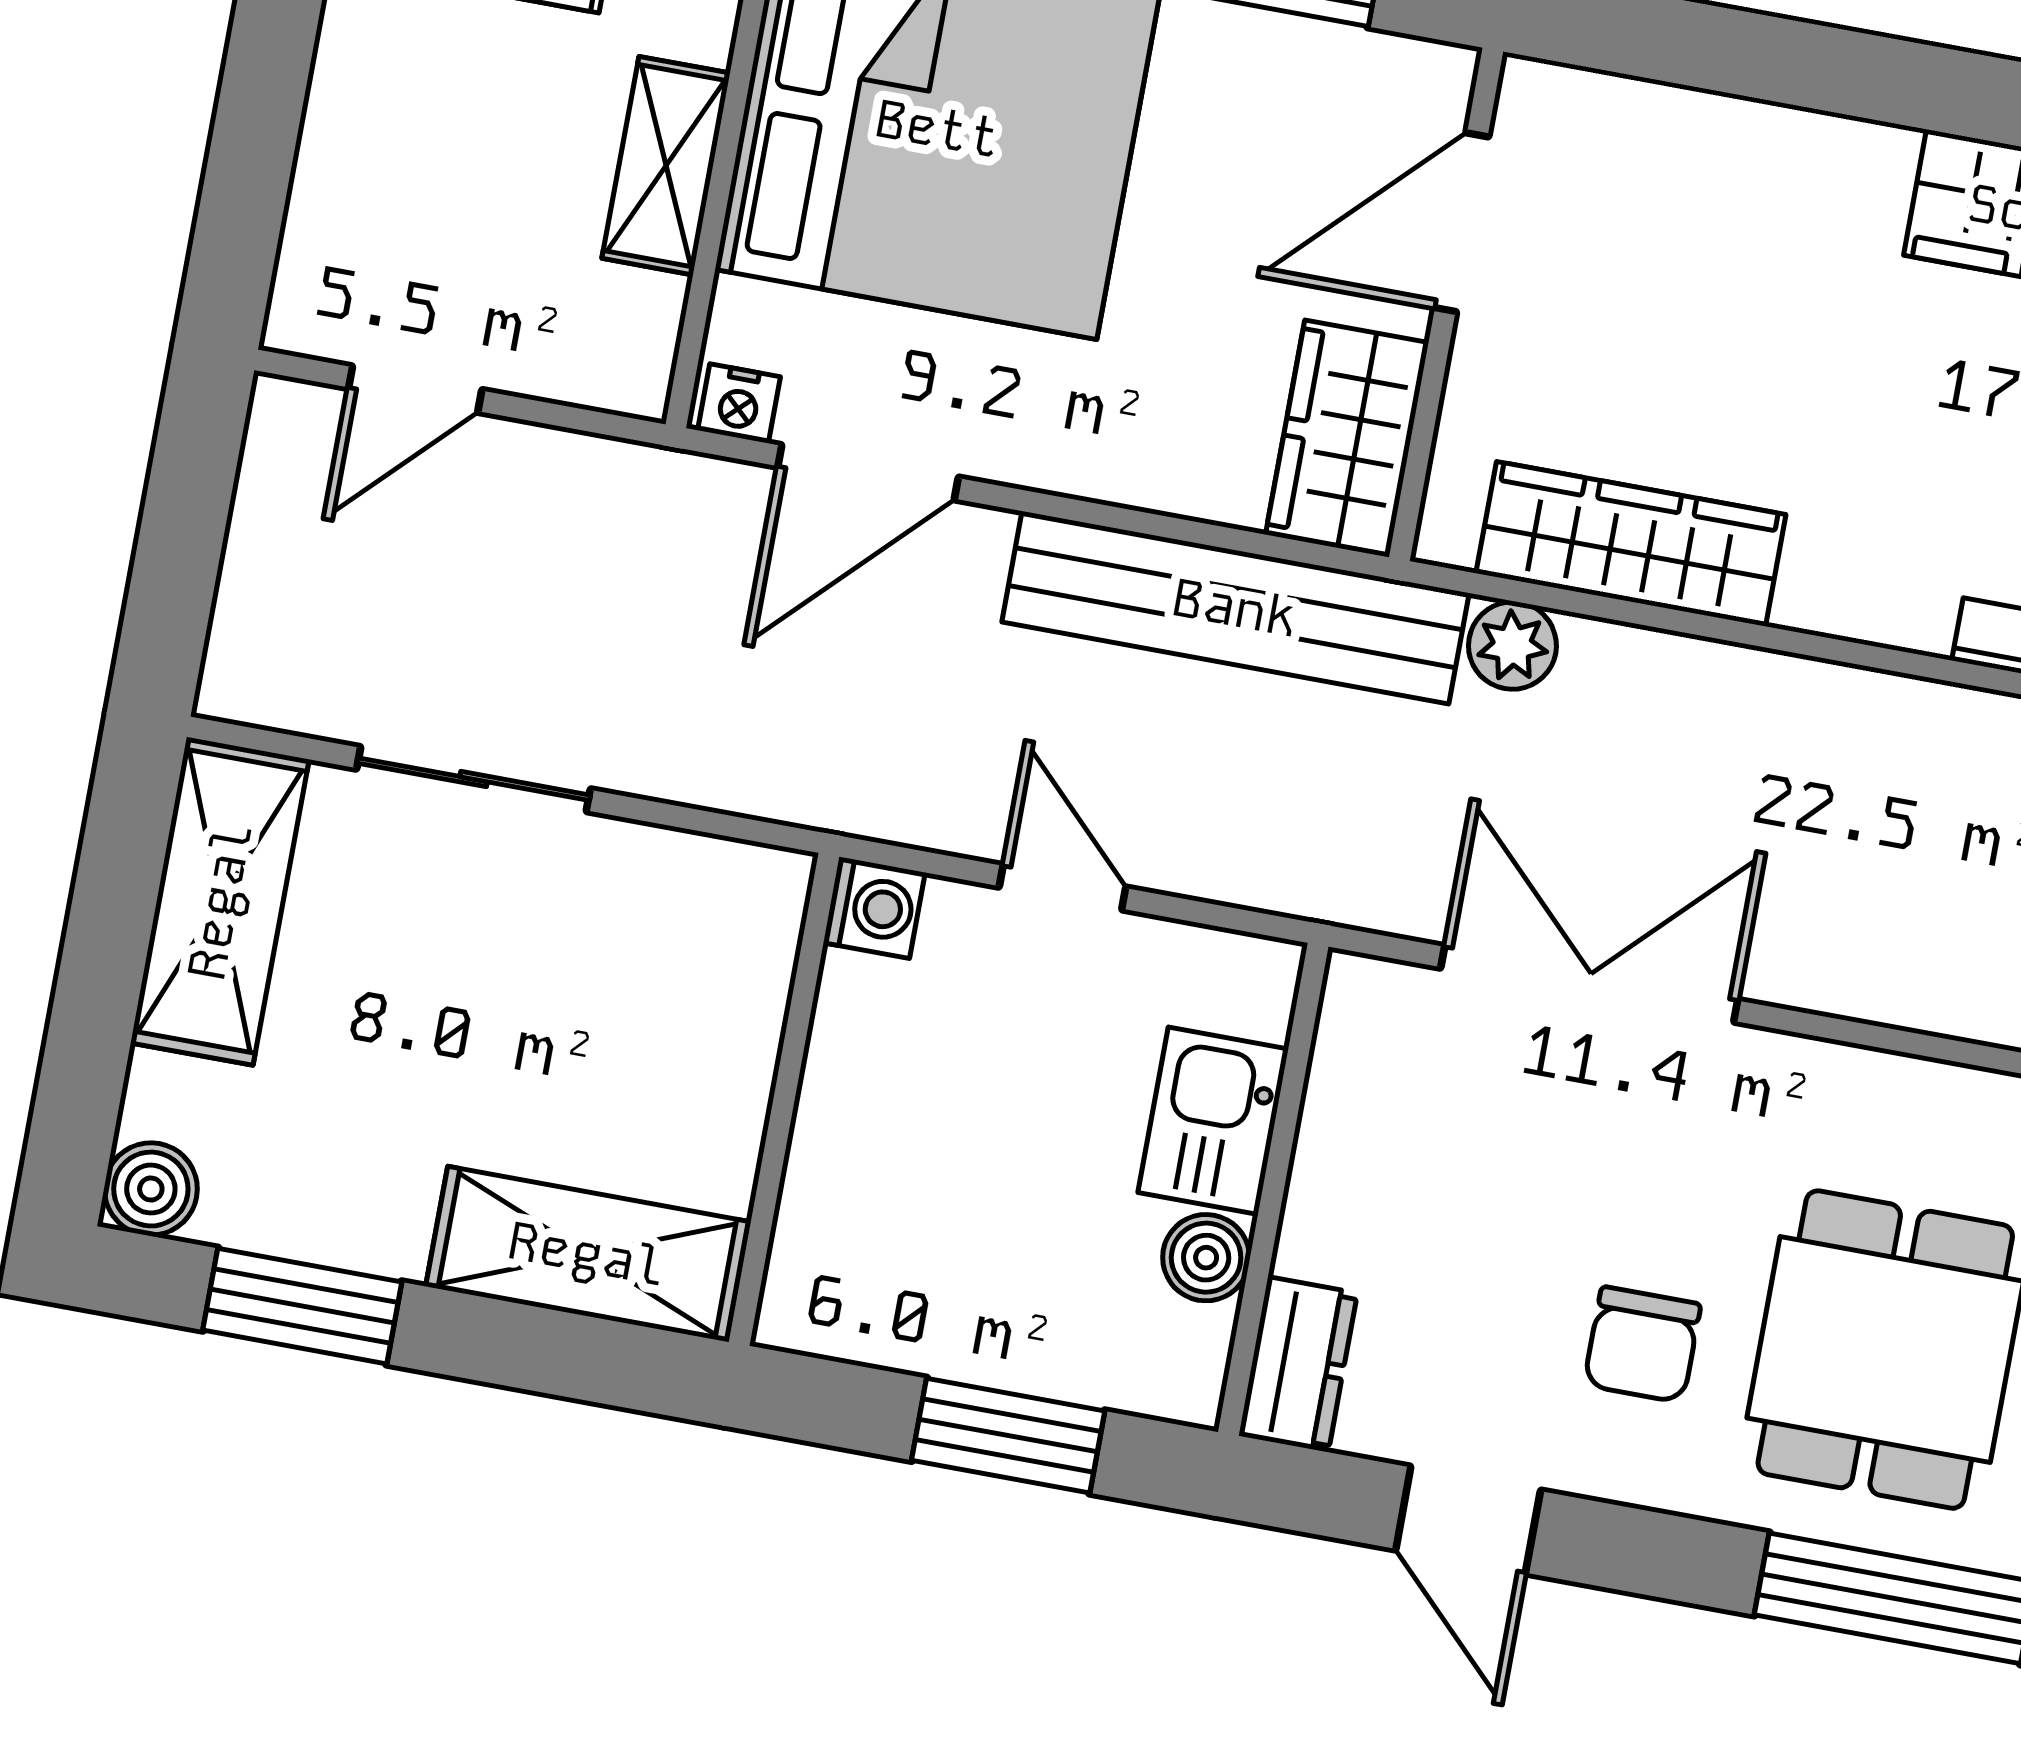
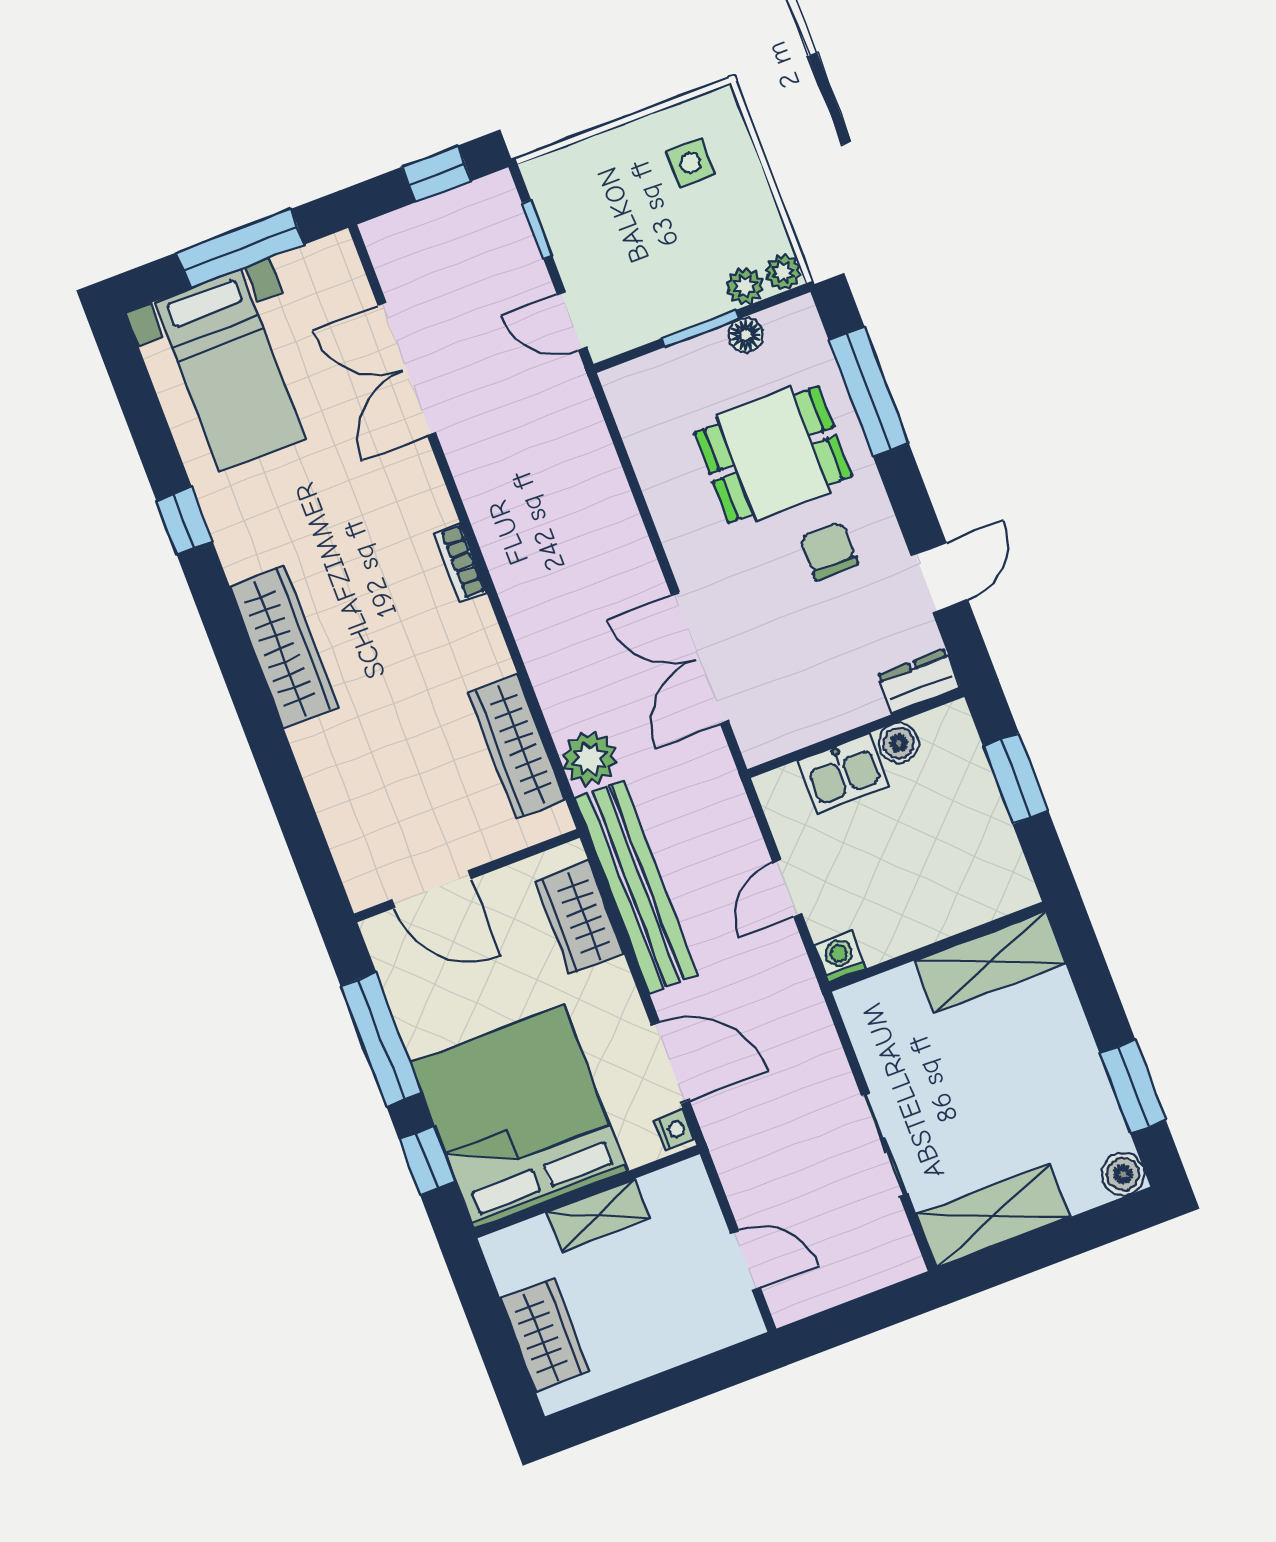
wardrobe: (1347, 438) -> (579, 918), moved, turned 90
plant: (1512, 646) -> (590, 759), width x1.38, depth x1.38
shelving: (587, 1254) -> (990, 962), moved, turned 90
chair: (1642, 1345) -> (829, 551), turned -90

